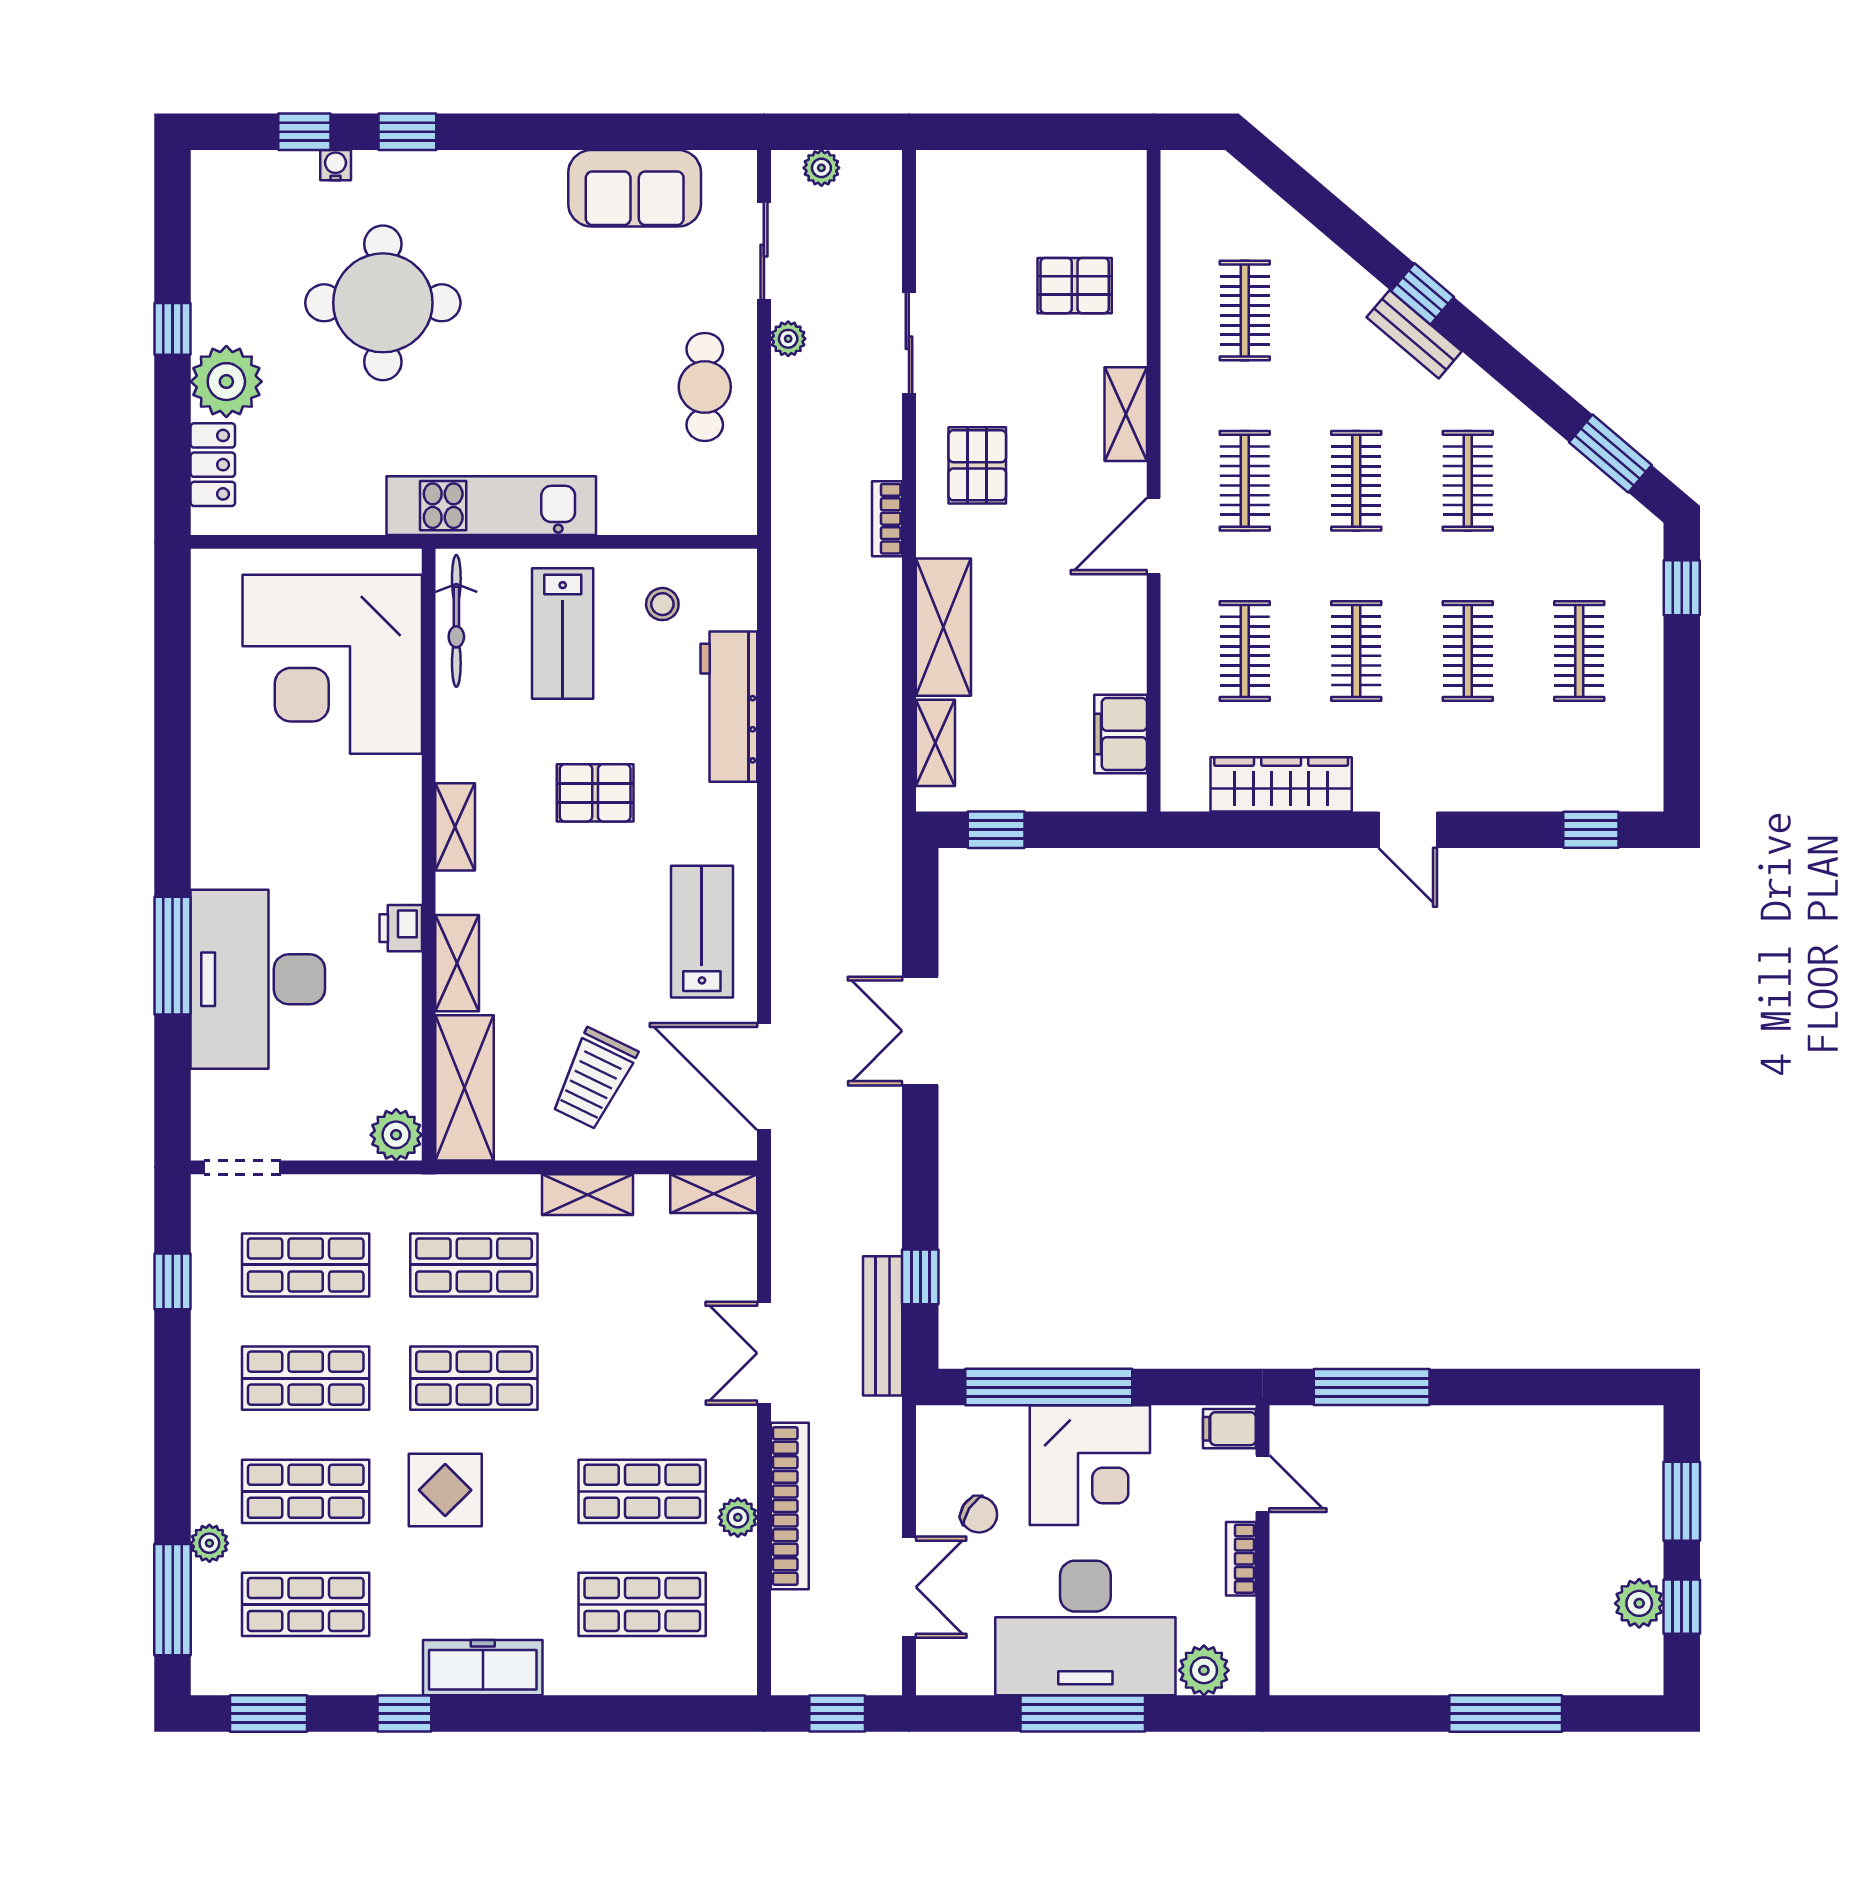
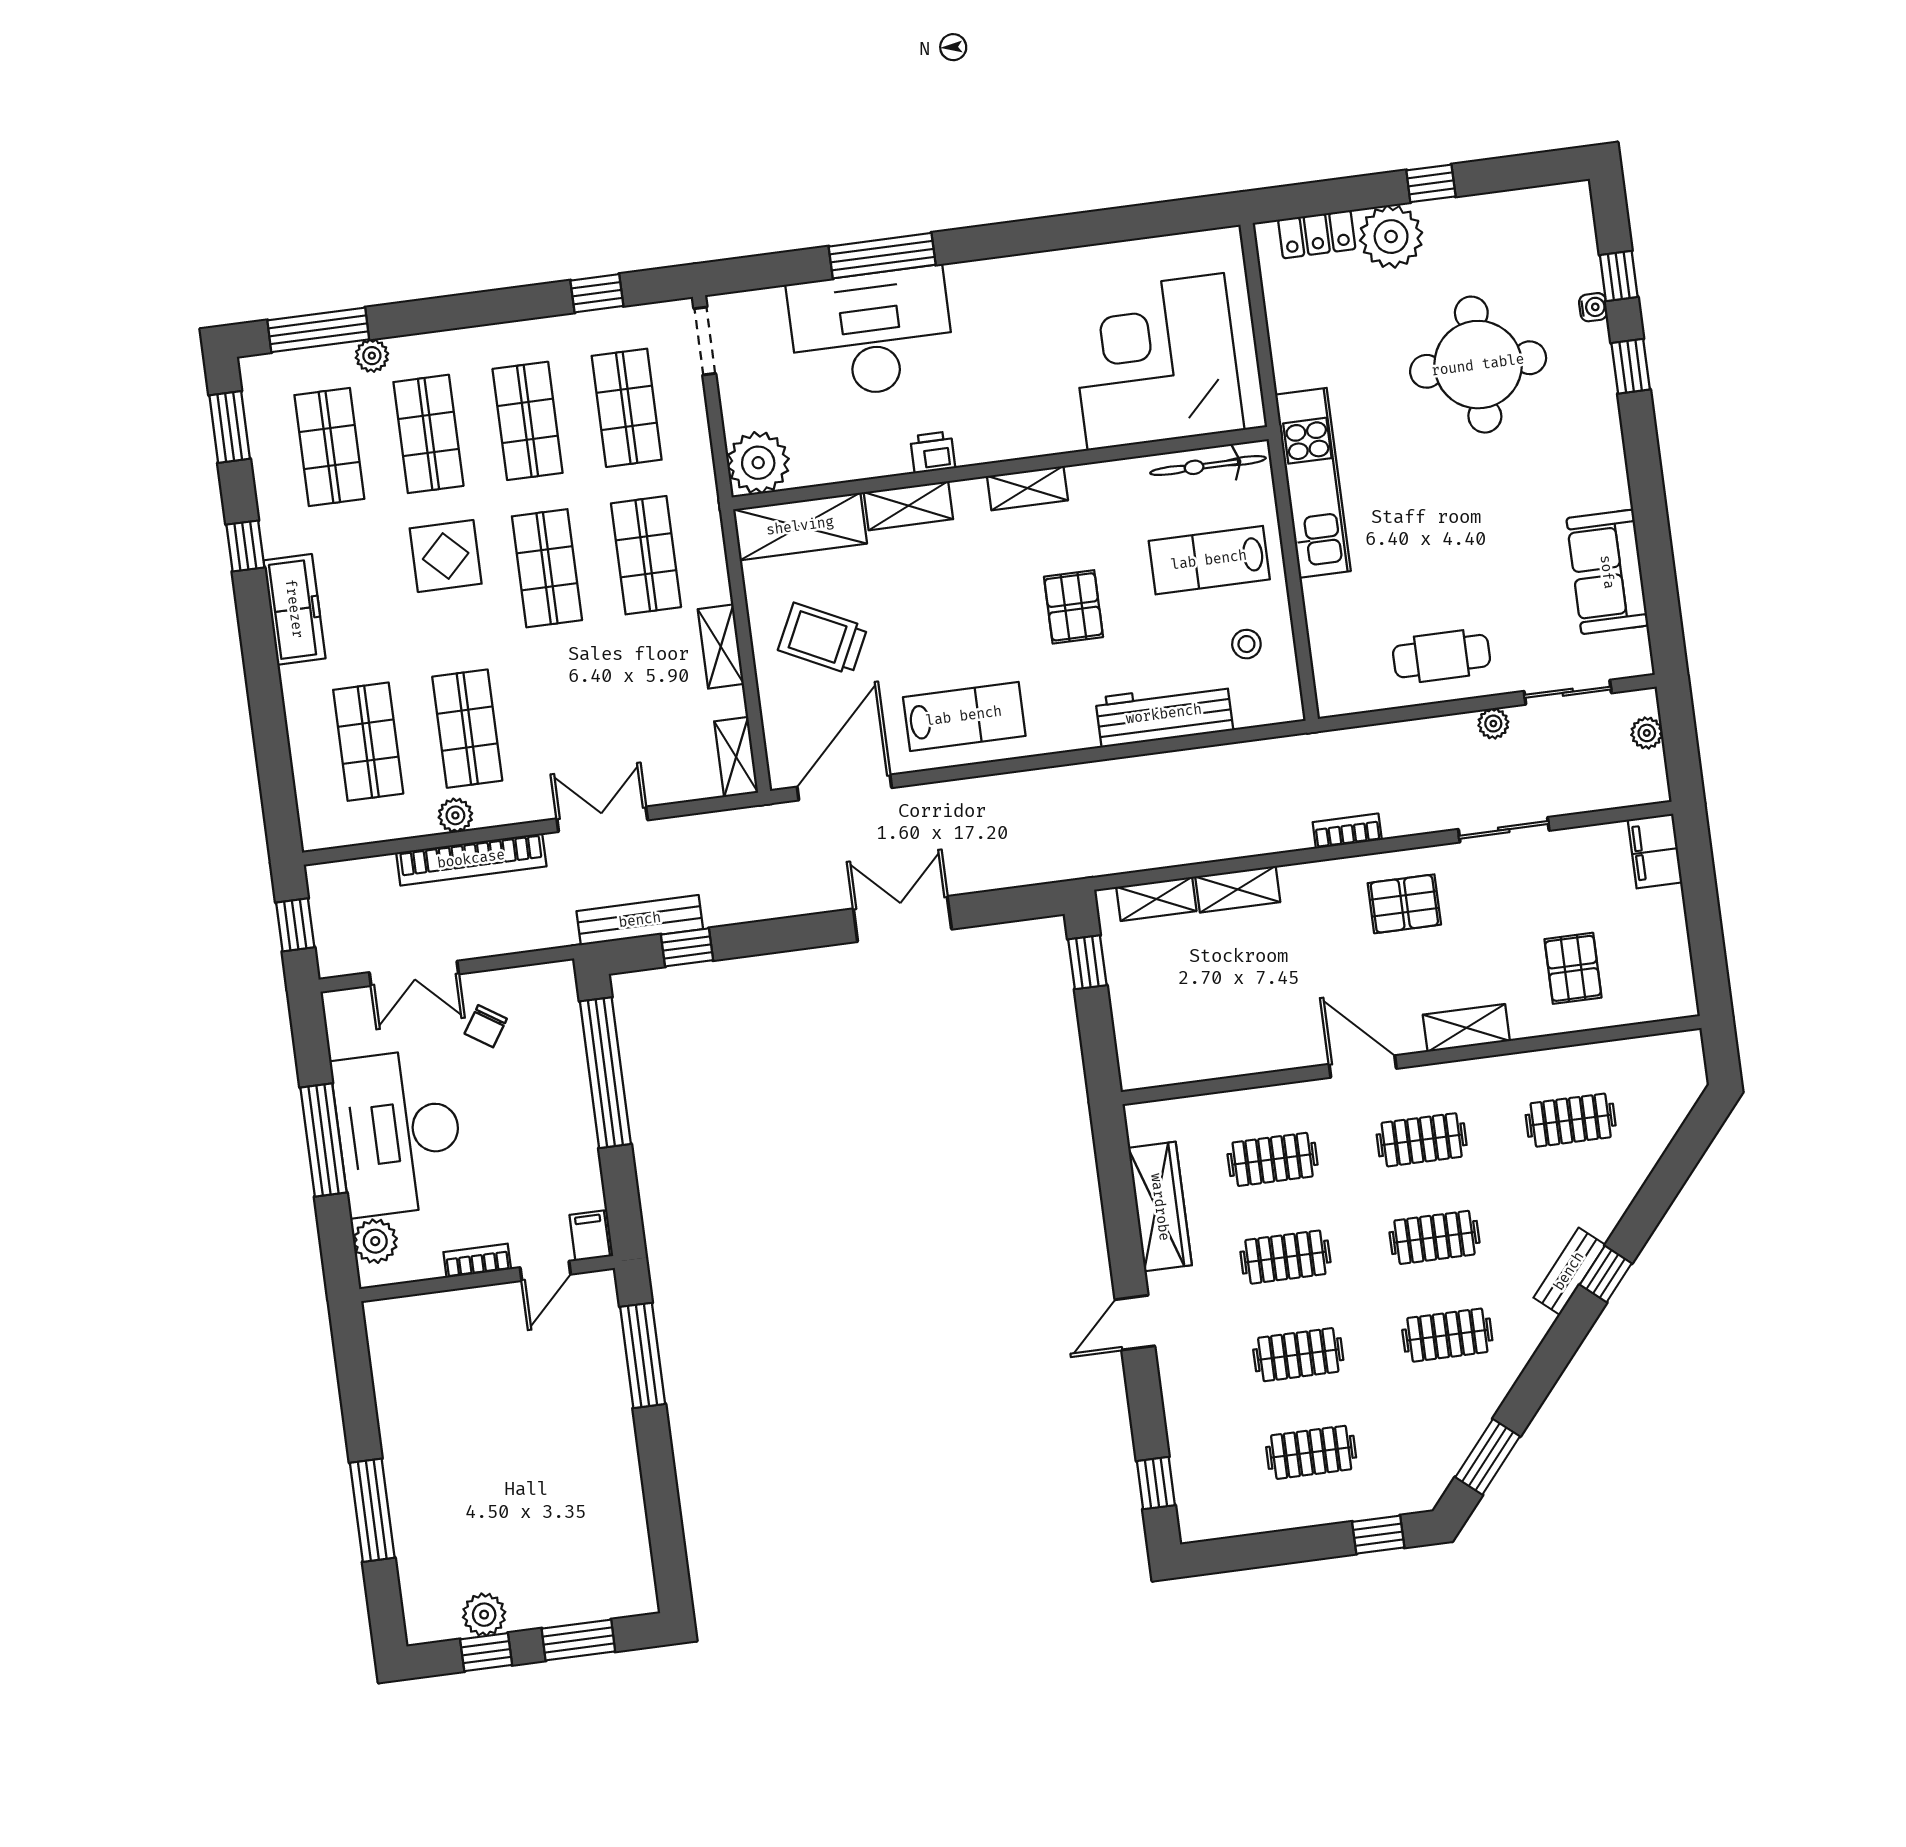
shelving: (943, 627) -> (1238, 889), width x0.67, depth x0.75
filing cabinet: (1121, 734) -> (1655, 851), moved, turned -90
plant: (396, 1135) -> (758, 463), width x1.36, depth x1.36
corner desk: (1090, 1465) -> (542, 1118), removed

